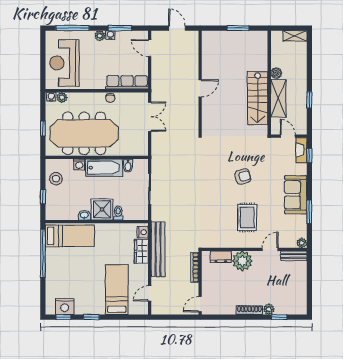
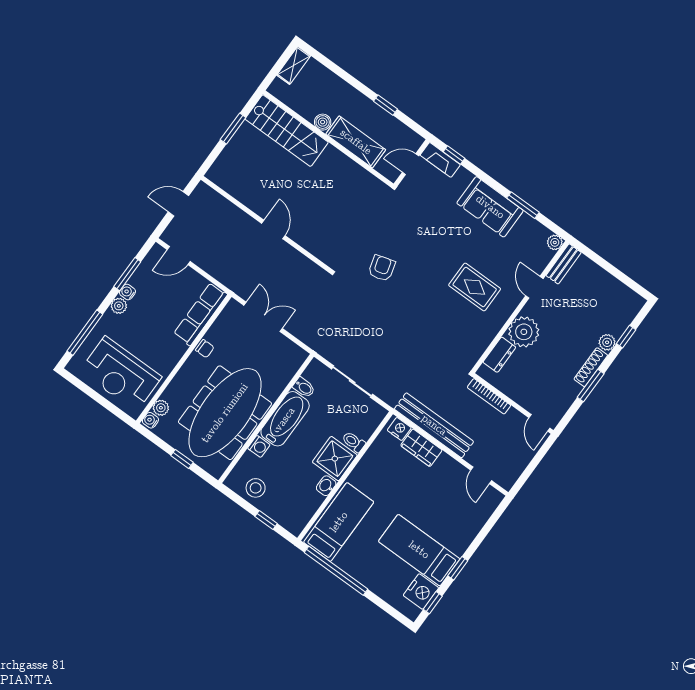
stairs: (258, 98) -> (287, 131), moved
armchair: (243, 177) -> (382, 268), moved
bed: (117, 290) -> (419, 550), moved
window: (240, 317) -> (591, 386), added

